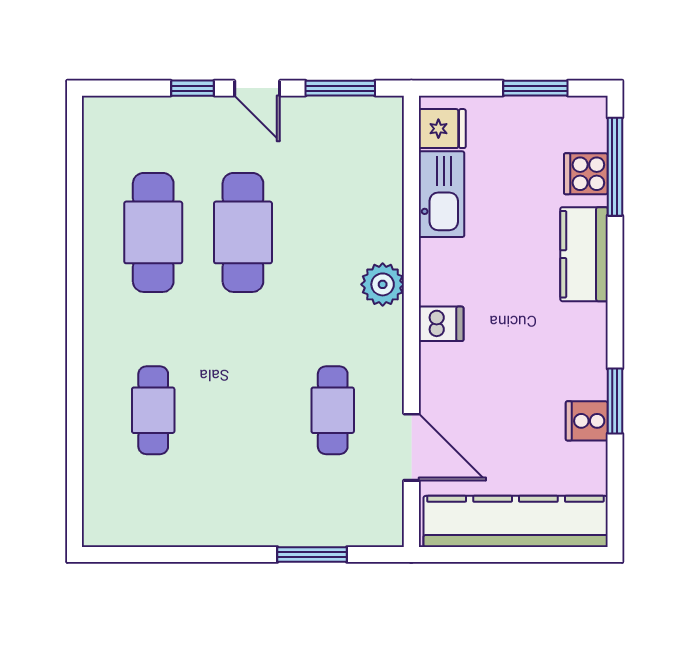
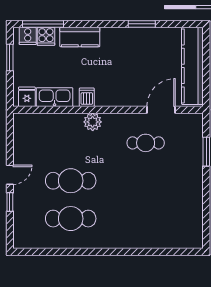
window: (340, 88) -> (10, 140), removed
dishwasher: (441, 324) -> (87, 97), moved
cafe table: (153, 410) -> (146, 219), removed
cooker: (587, 421) -> (28, 36), moved

